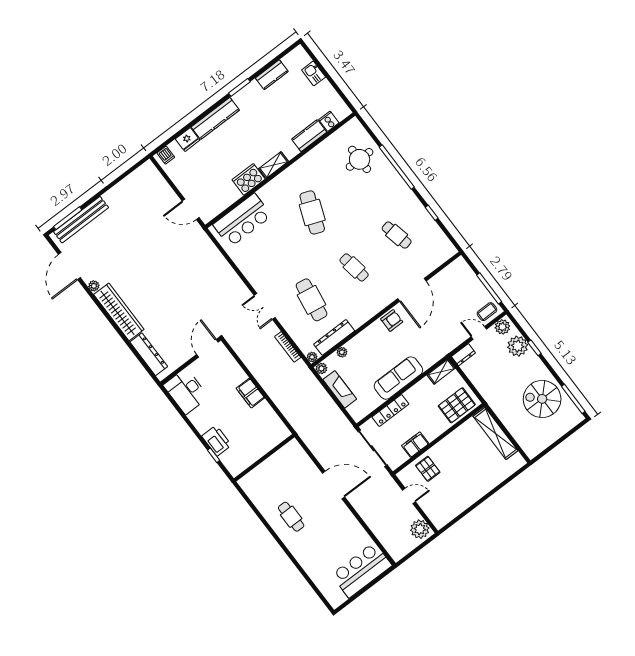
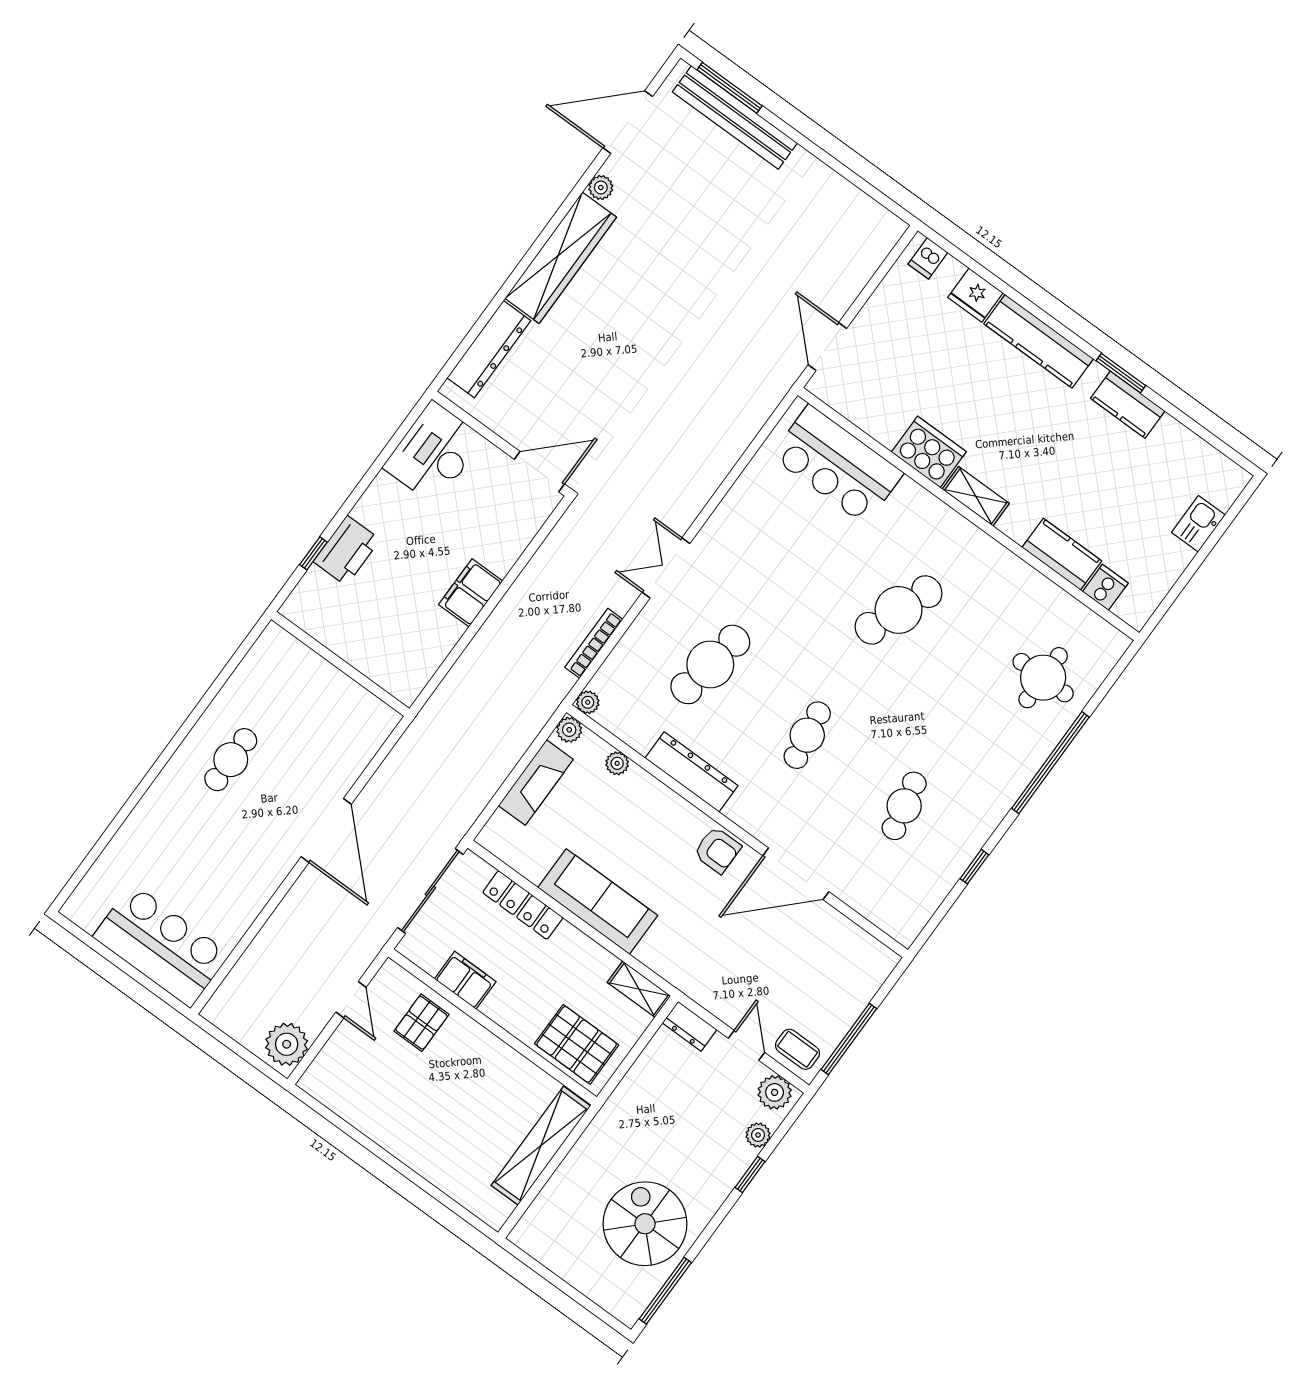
kitchen counter: (272, 75) -> (1128, 405), moved
dresser: (334, 337) -> (691, 772), moved
plant: (518, 346) -> (758, 1135), width x0.53, depth x0.53

